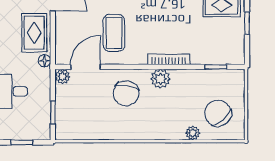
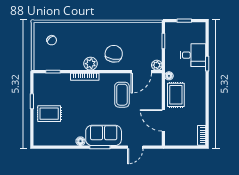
chair: (218, 113) -> (52, 40), width x0.54, depth x0.54
plant: (193, 133) -> (69, 27), removed

